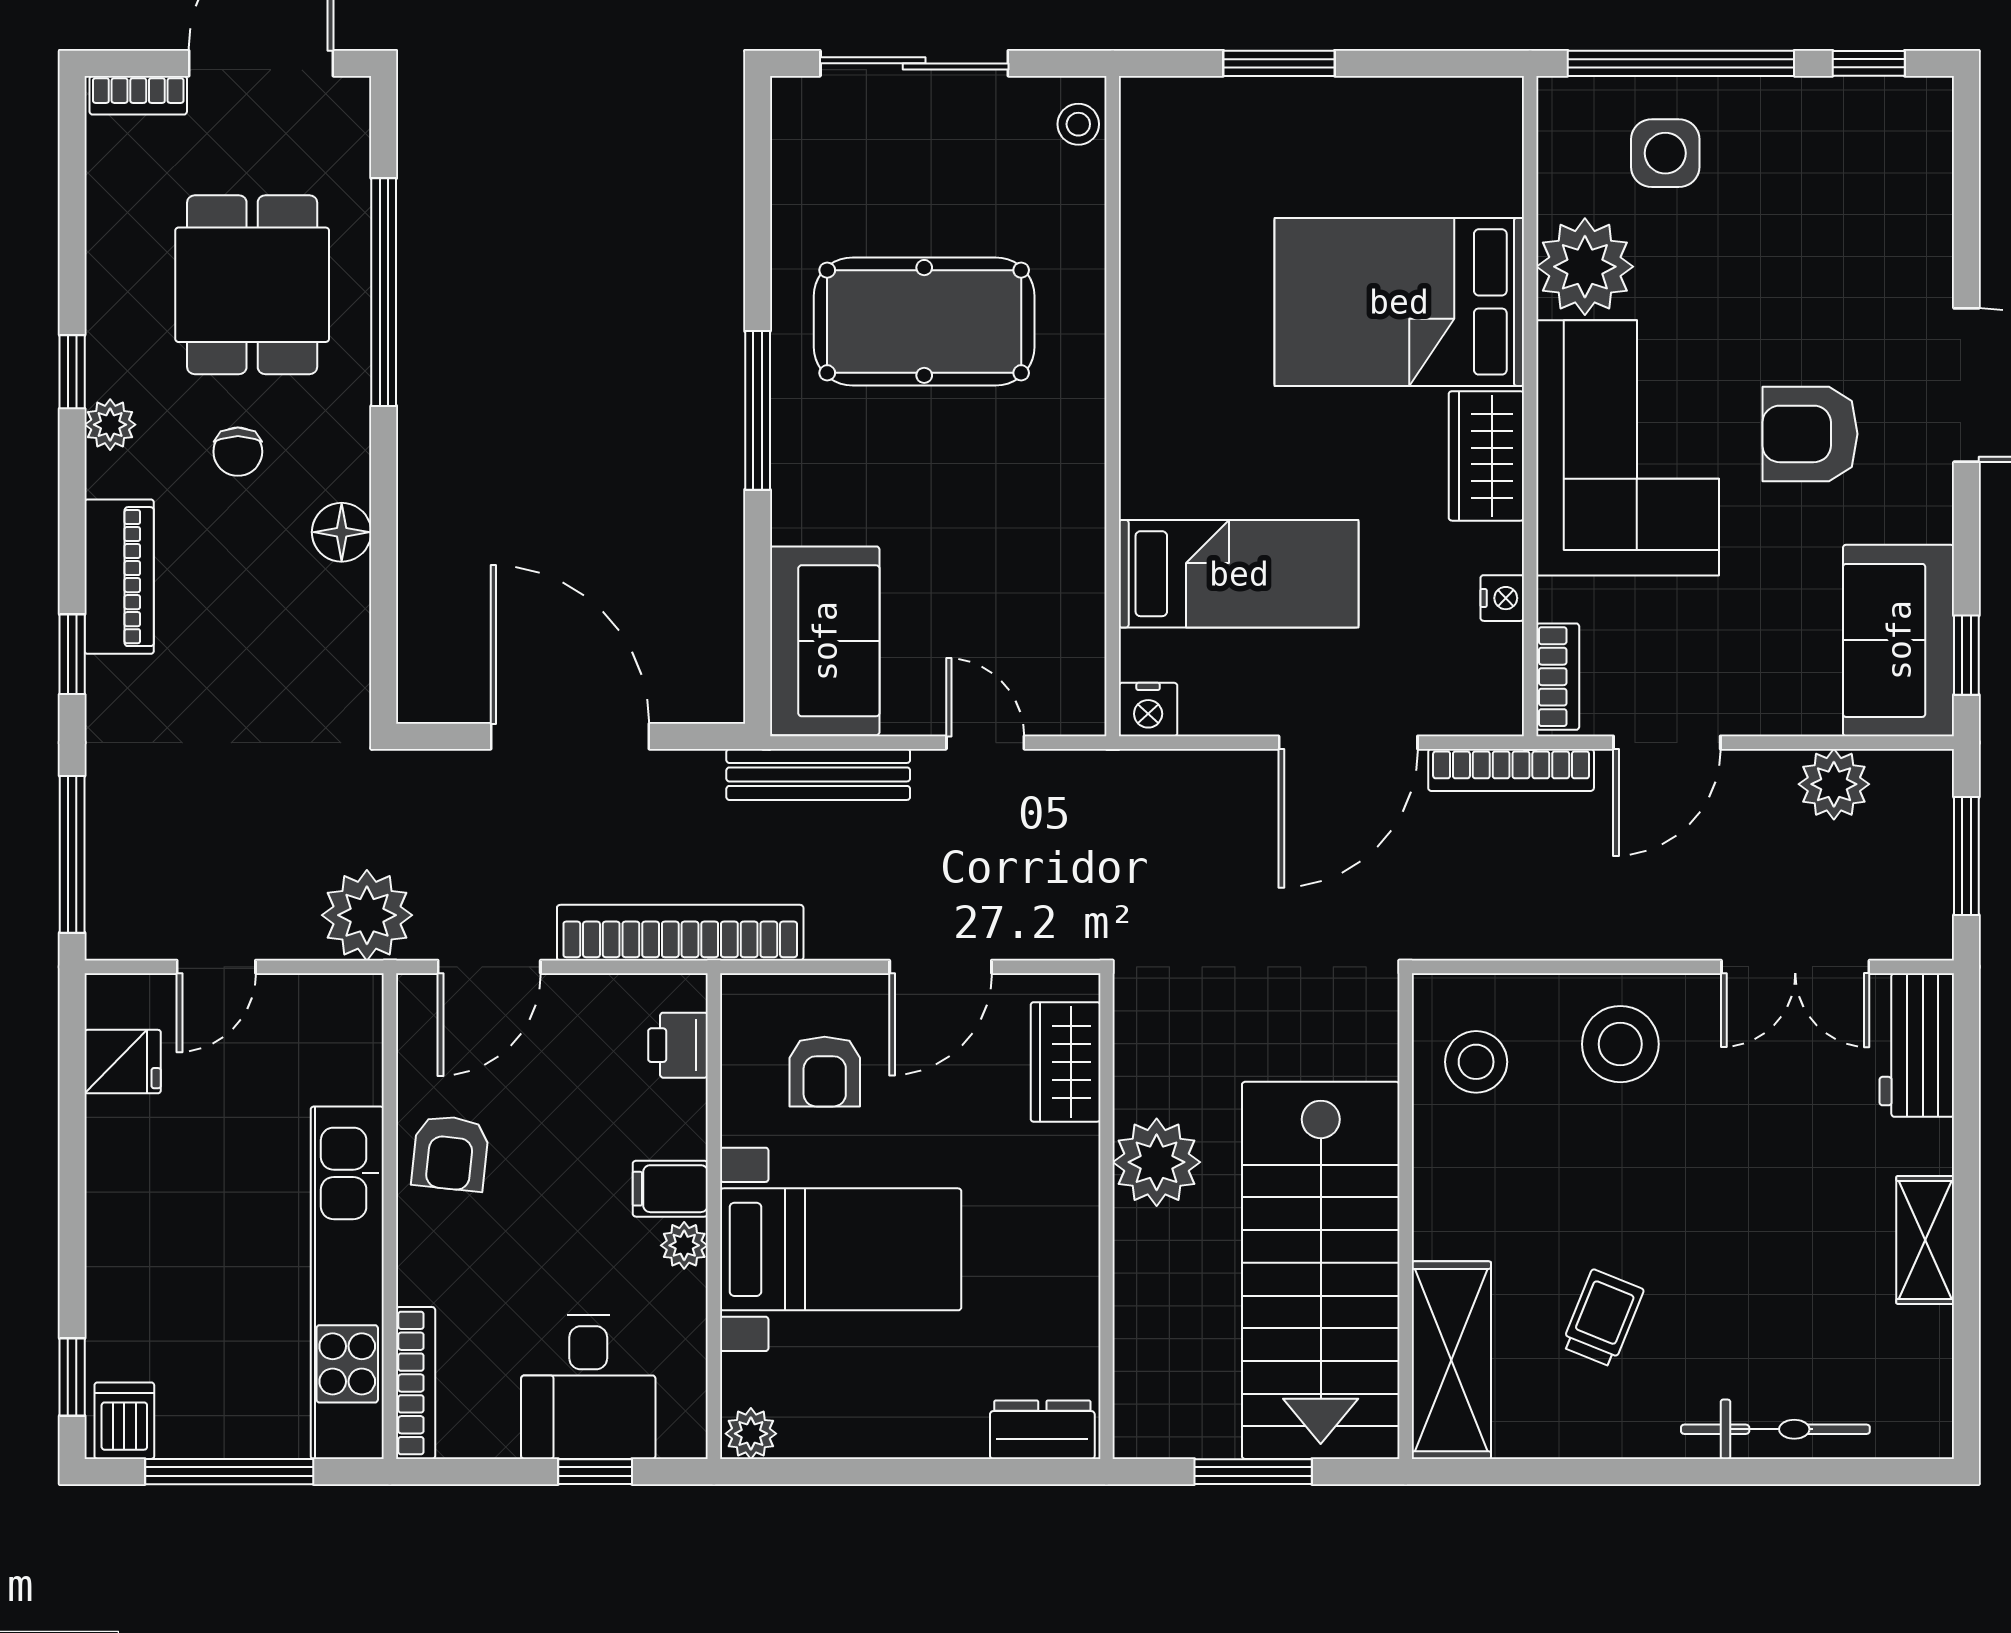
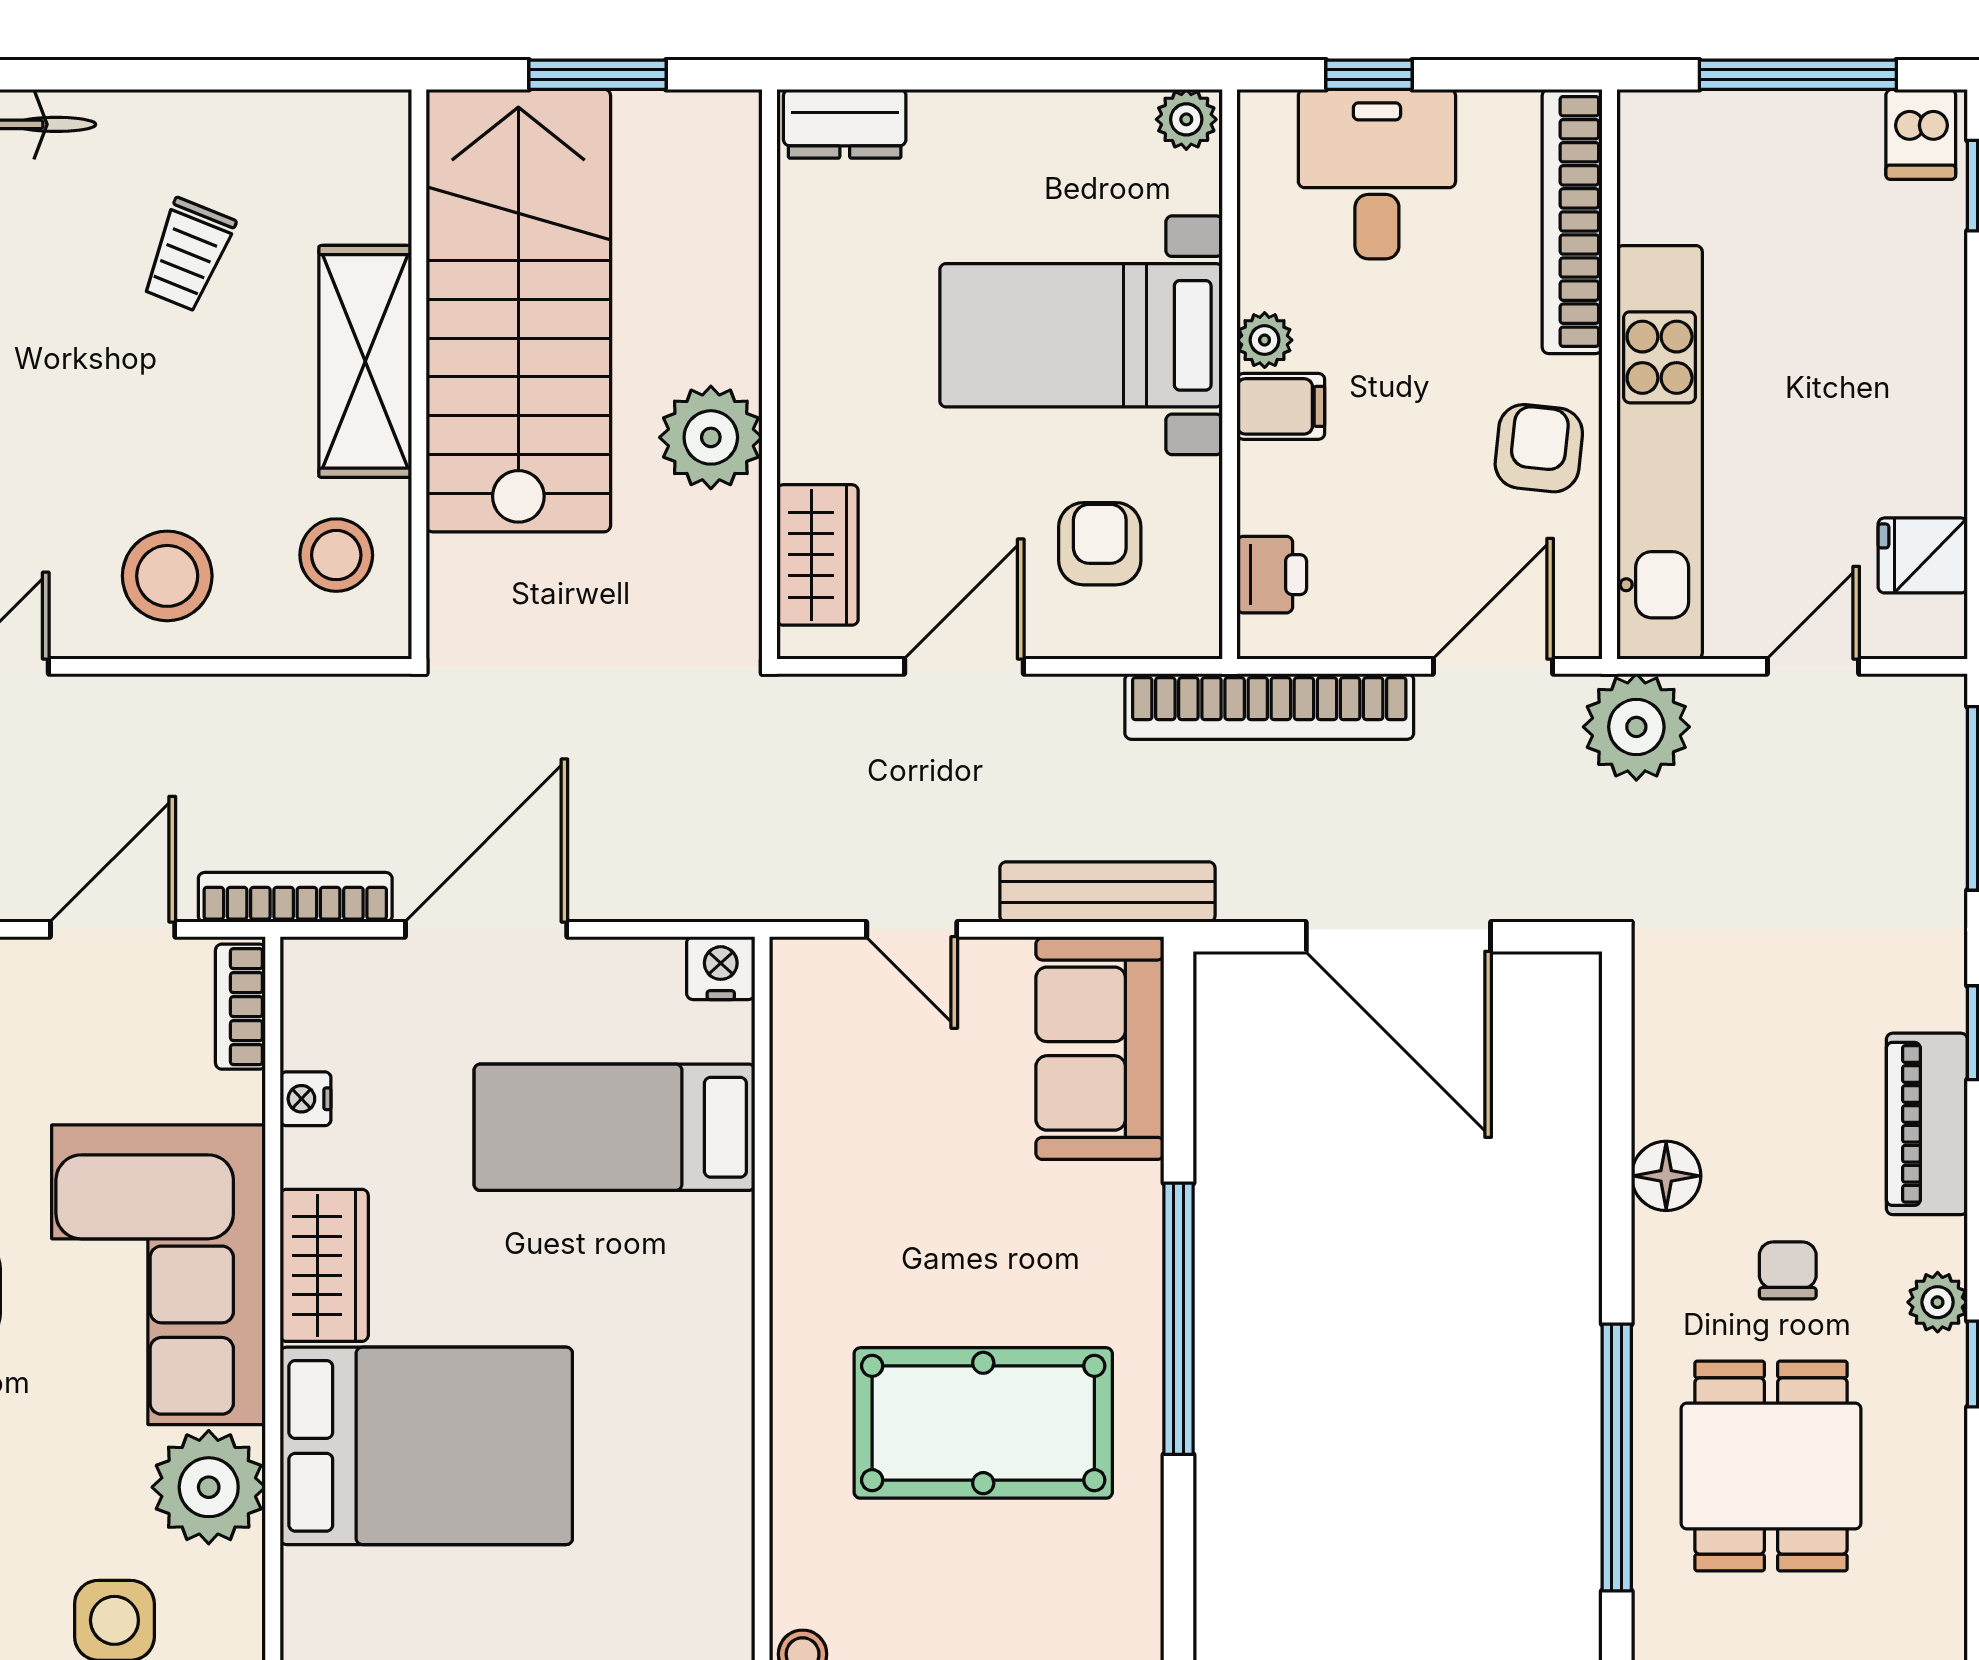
window: (758, 410) -> (1179, 1319), width x1.46
kitchen unit: (347, 1283) -> (1660, 452), moved
shelving: (1451, 1360) -> (365, 361), moved
bookcase: (416, 1383) -> (1572, 221), width x1.48, depth x1.31

